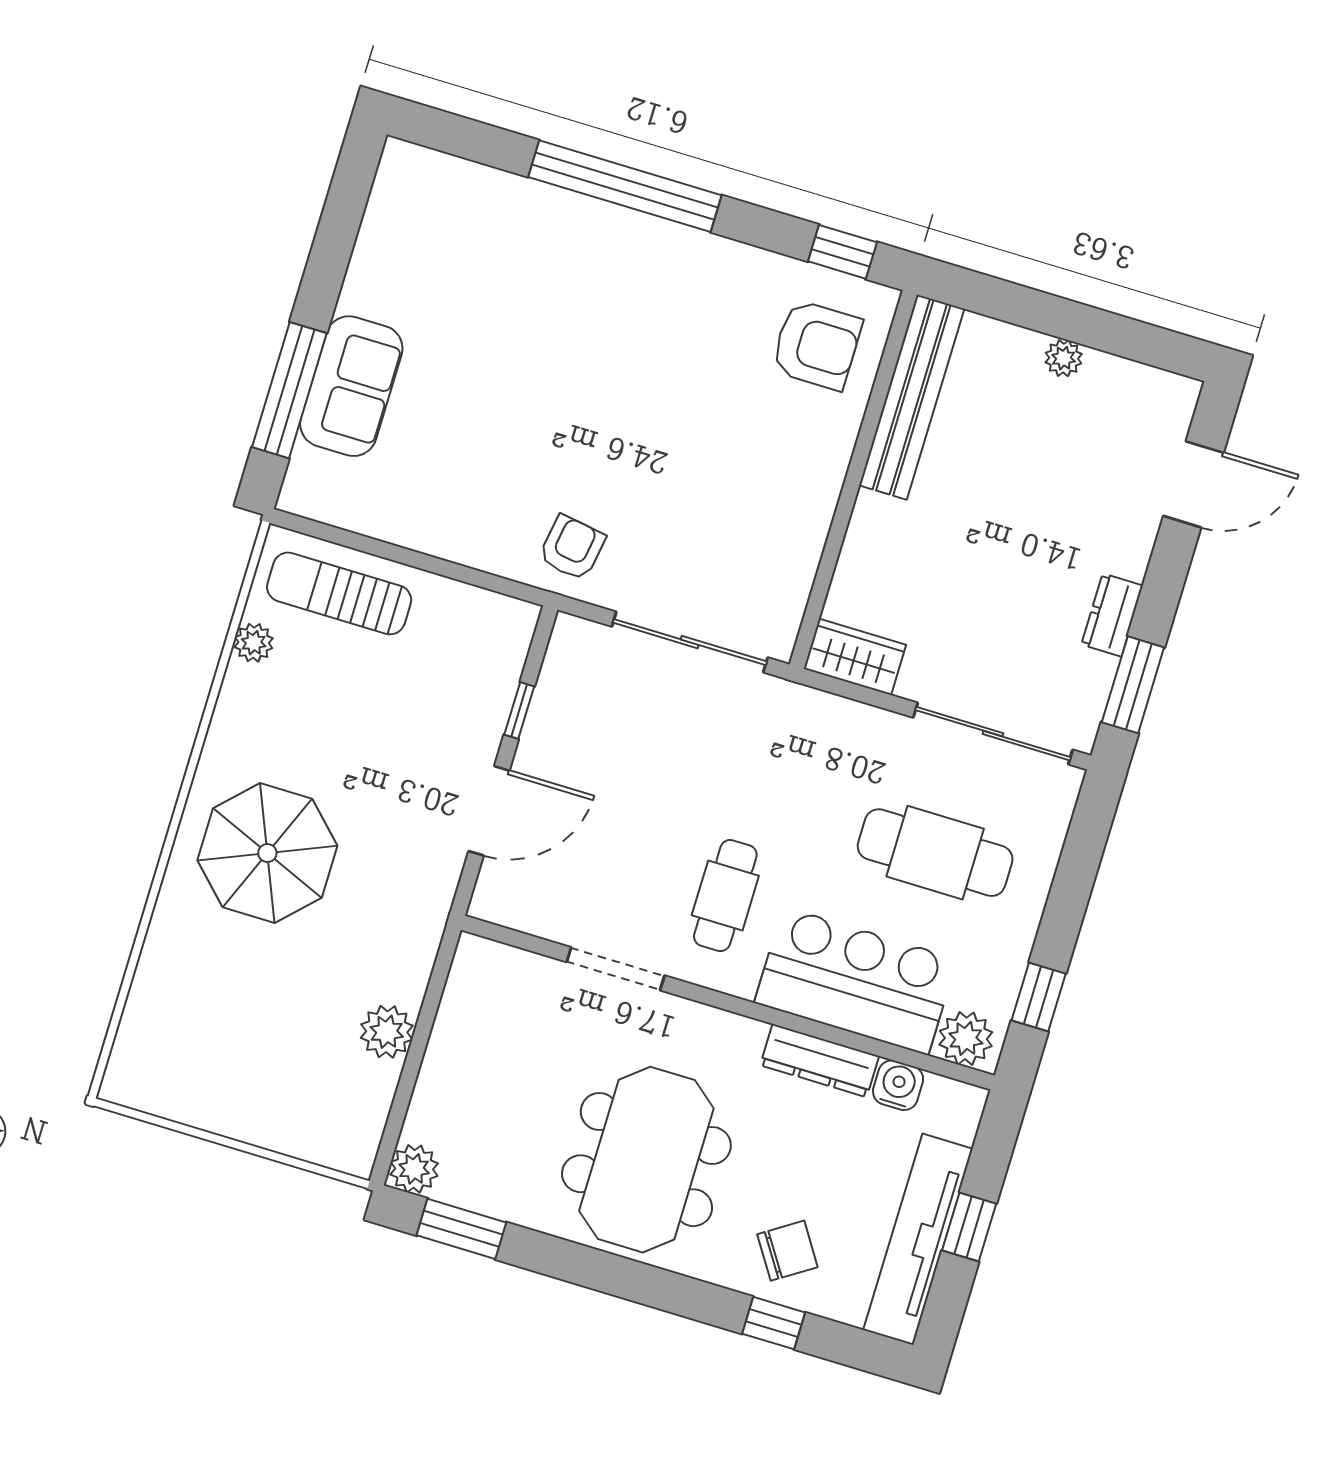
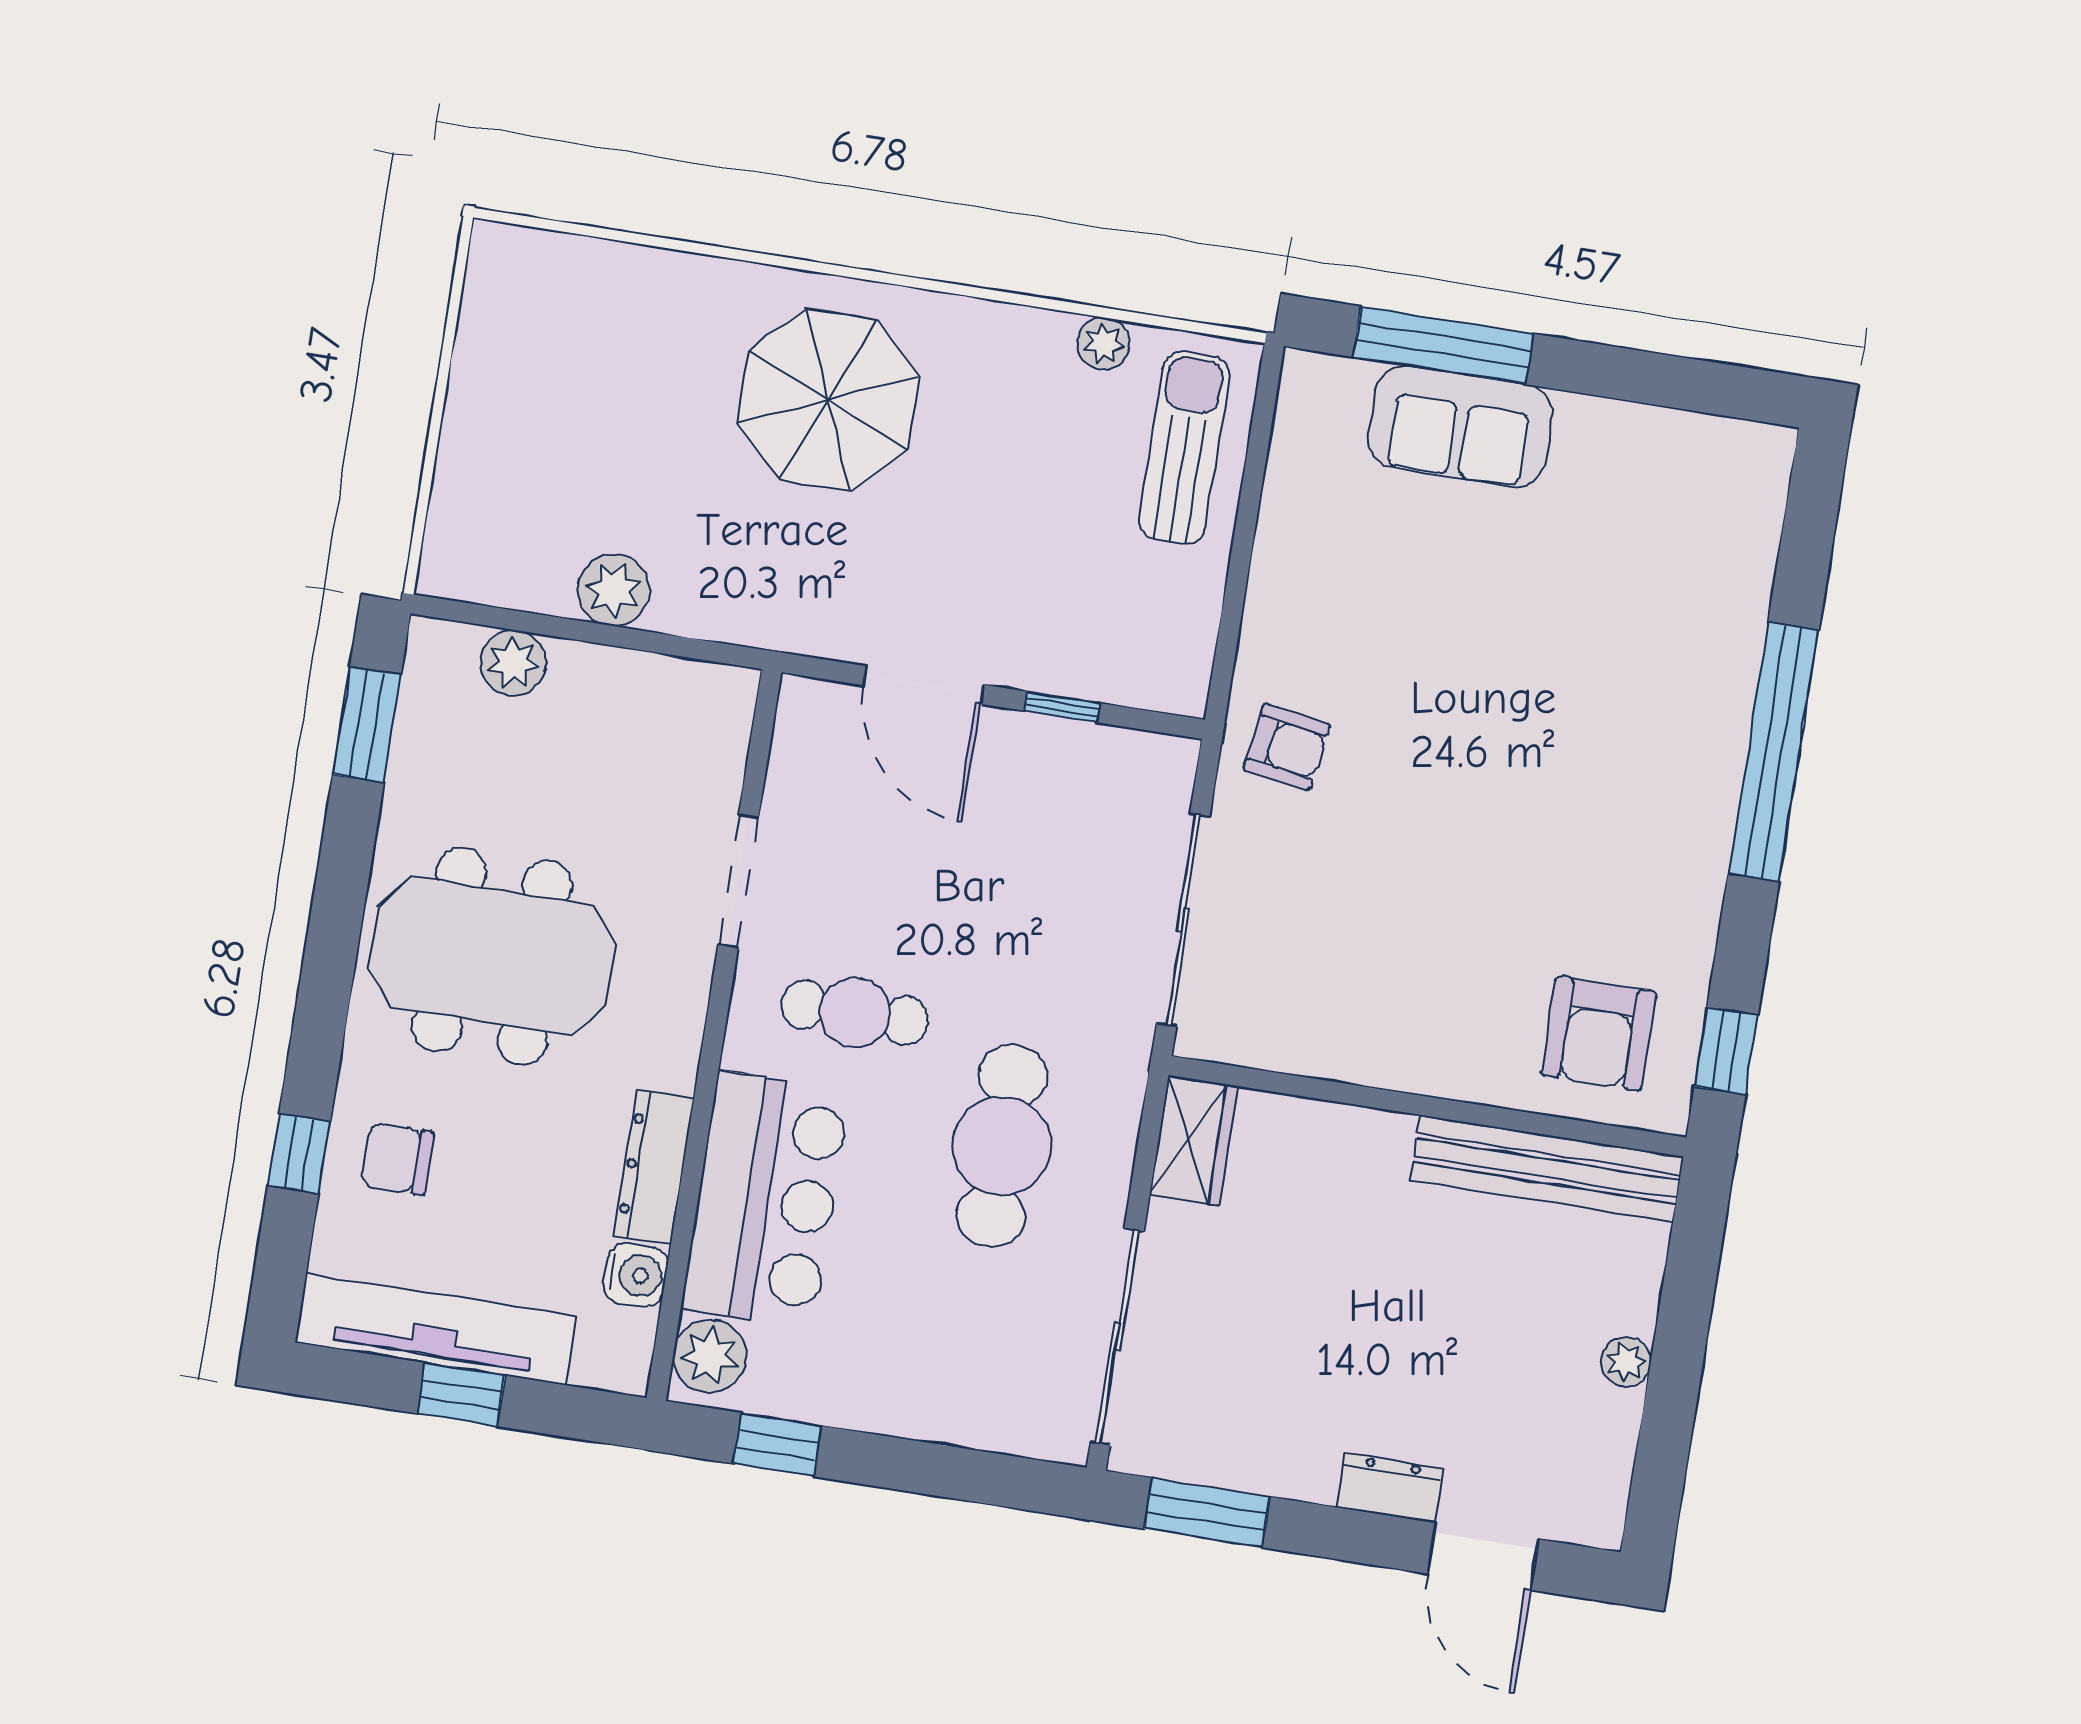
dresser: (1112, 615) -> (1390, 1488), moved
cafe table: (935, 853) -> (1002, 1146), moved
plant: (414, 1169) -> (513, 663), moved
chair: (787, 1251) -> (397, 1159), turned 123

